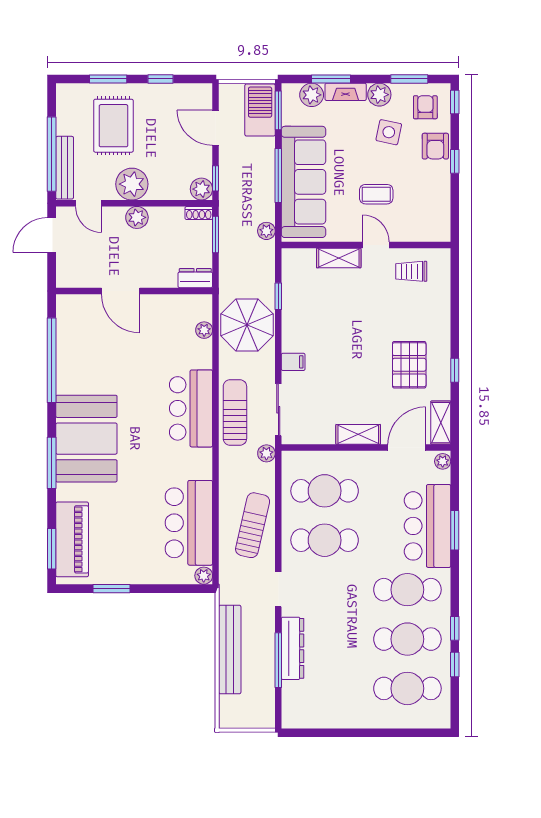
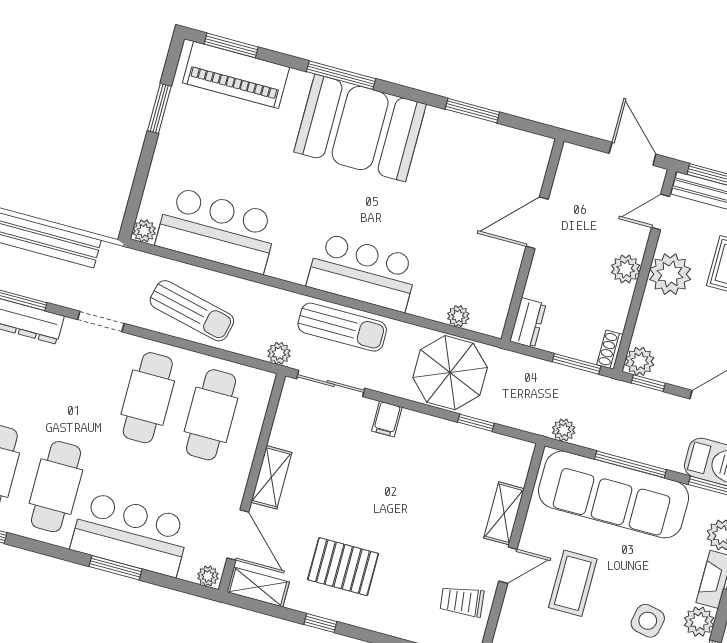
coffee table: (376, 194) -> (573, 583), width x1.36, depth x1.30
trolley: (411, 271) -> (462, 601), turned -97
window: (52, 360) -> (472, 111), width x0.47

